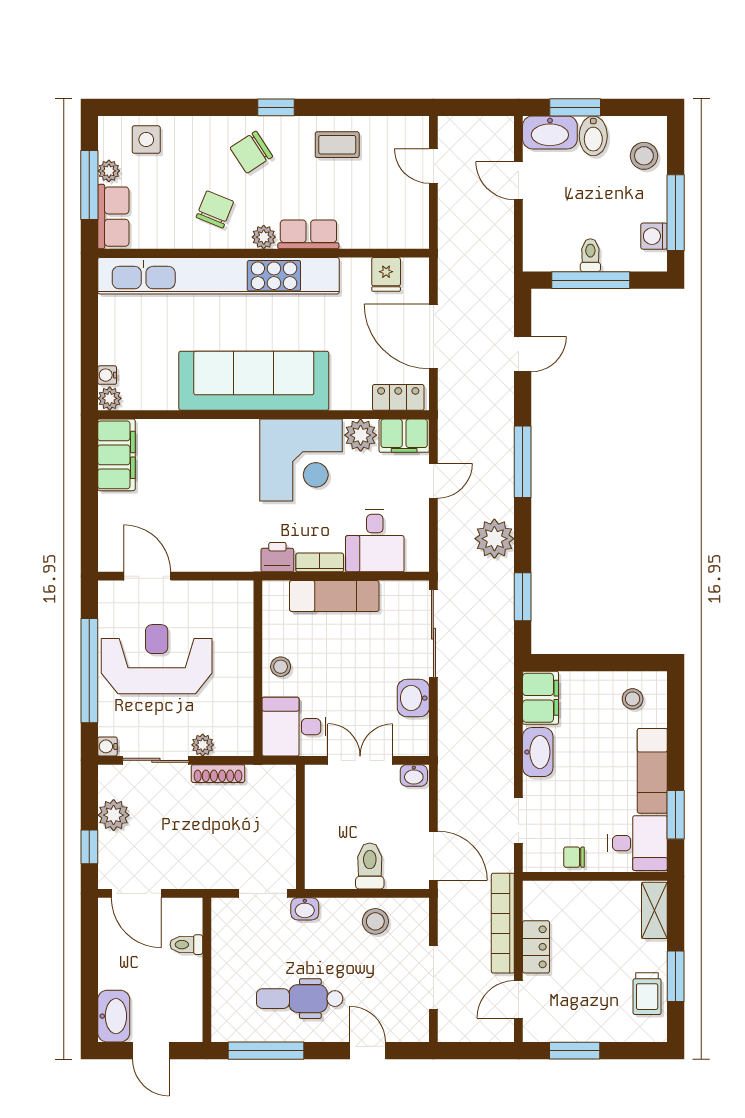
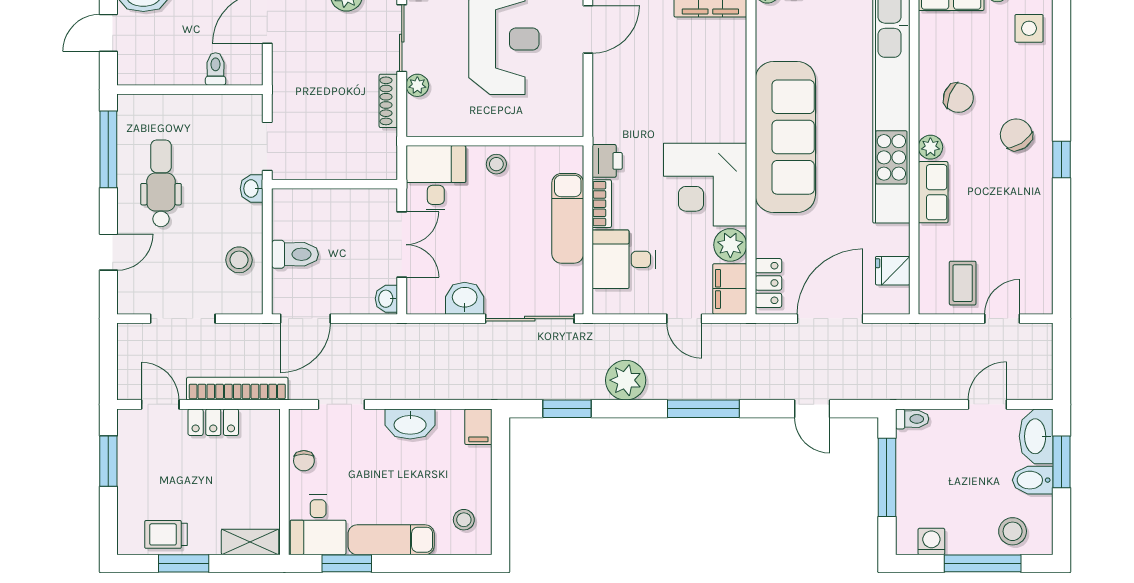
coffee table: (337, 145) -> (963, 283), moved
window: (676, 213) -> (983, 563), moved
toilet: (590, 255) -> (912, 419), moved
filing cabinet: (541, 698) -> (478, 427), width x0.50
chair: (574, 857) -> (304, 461), turned 180

